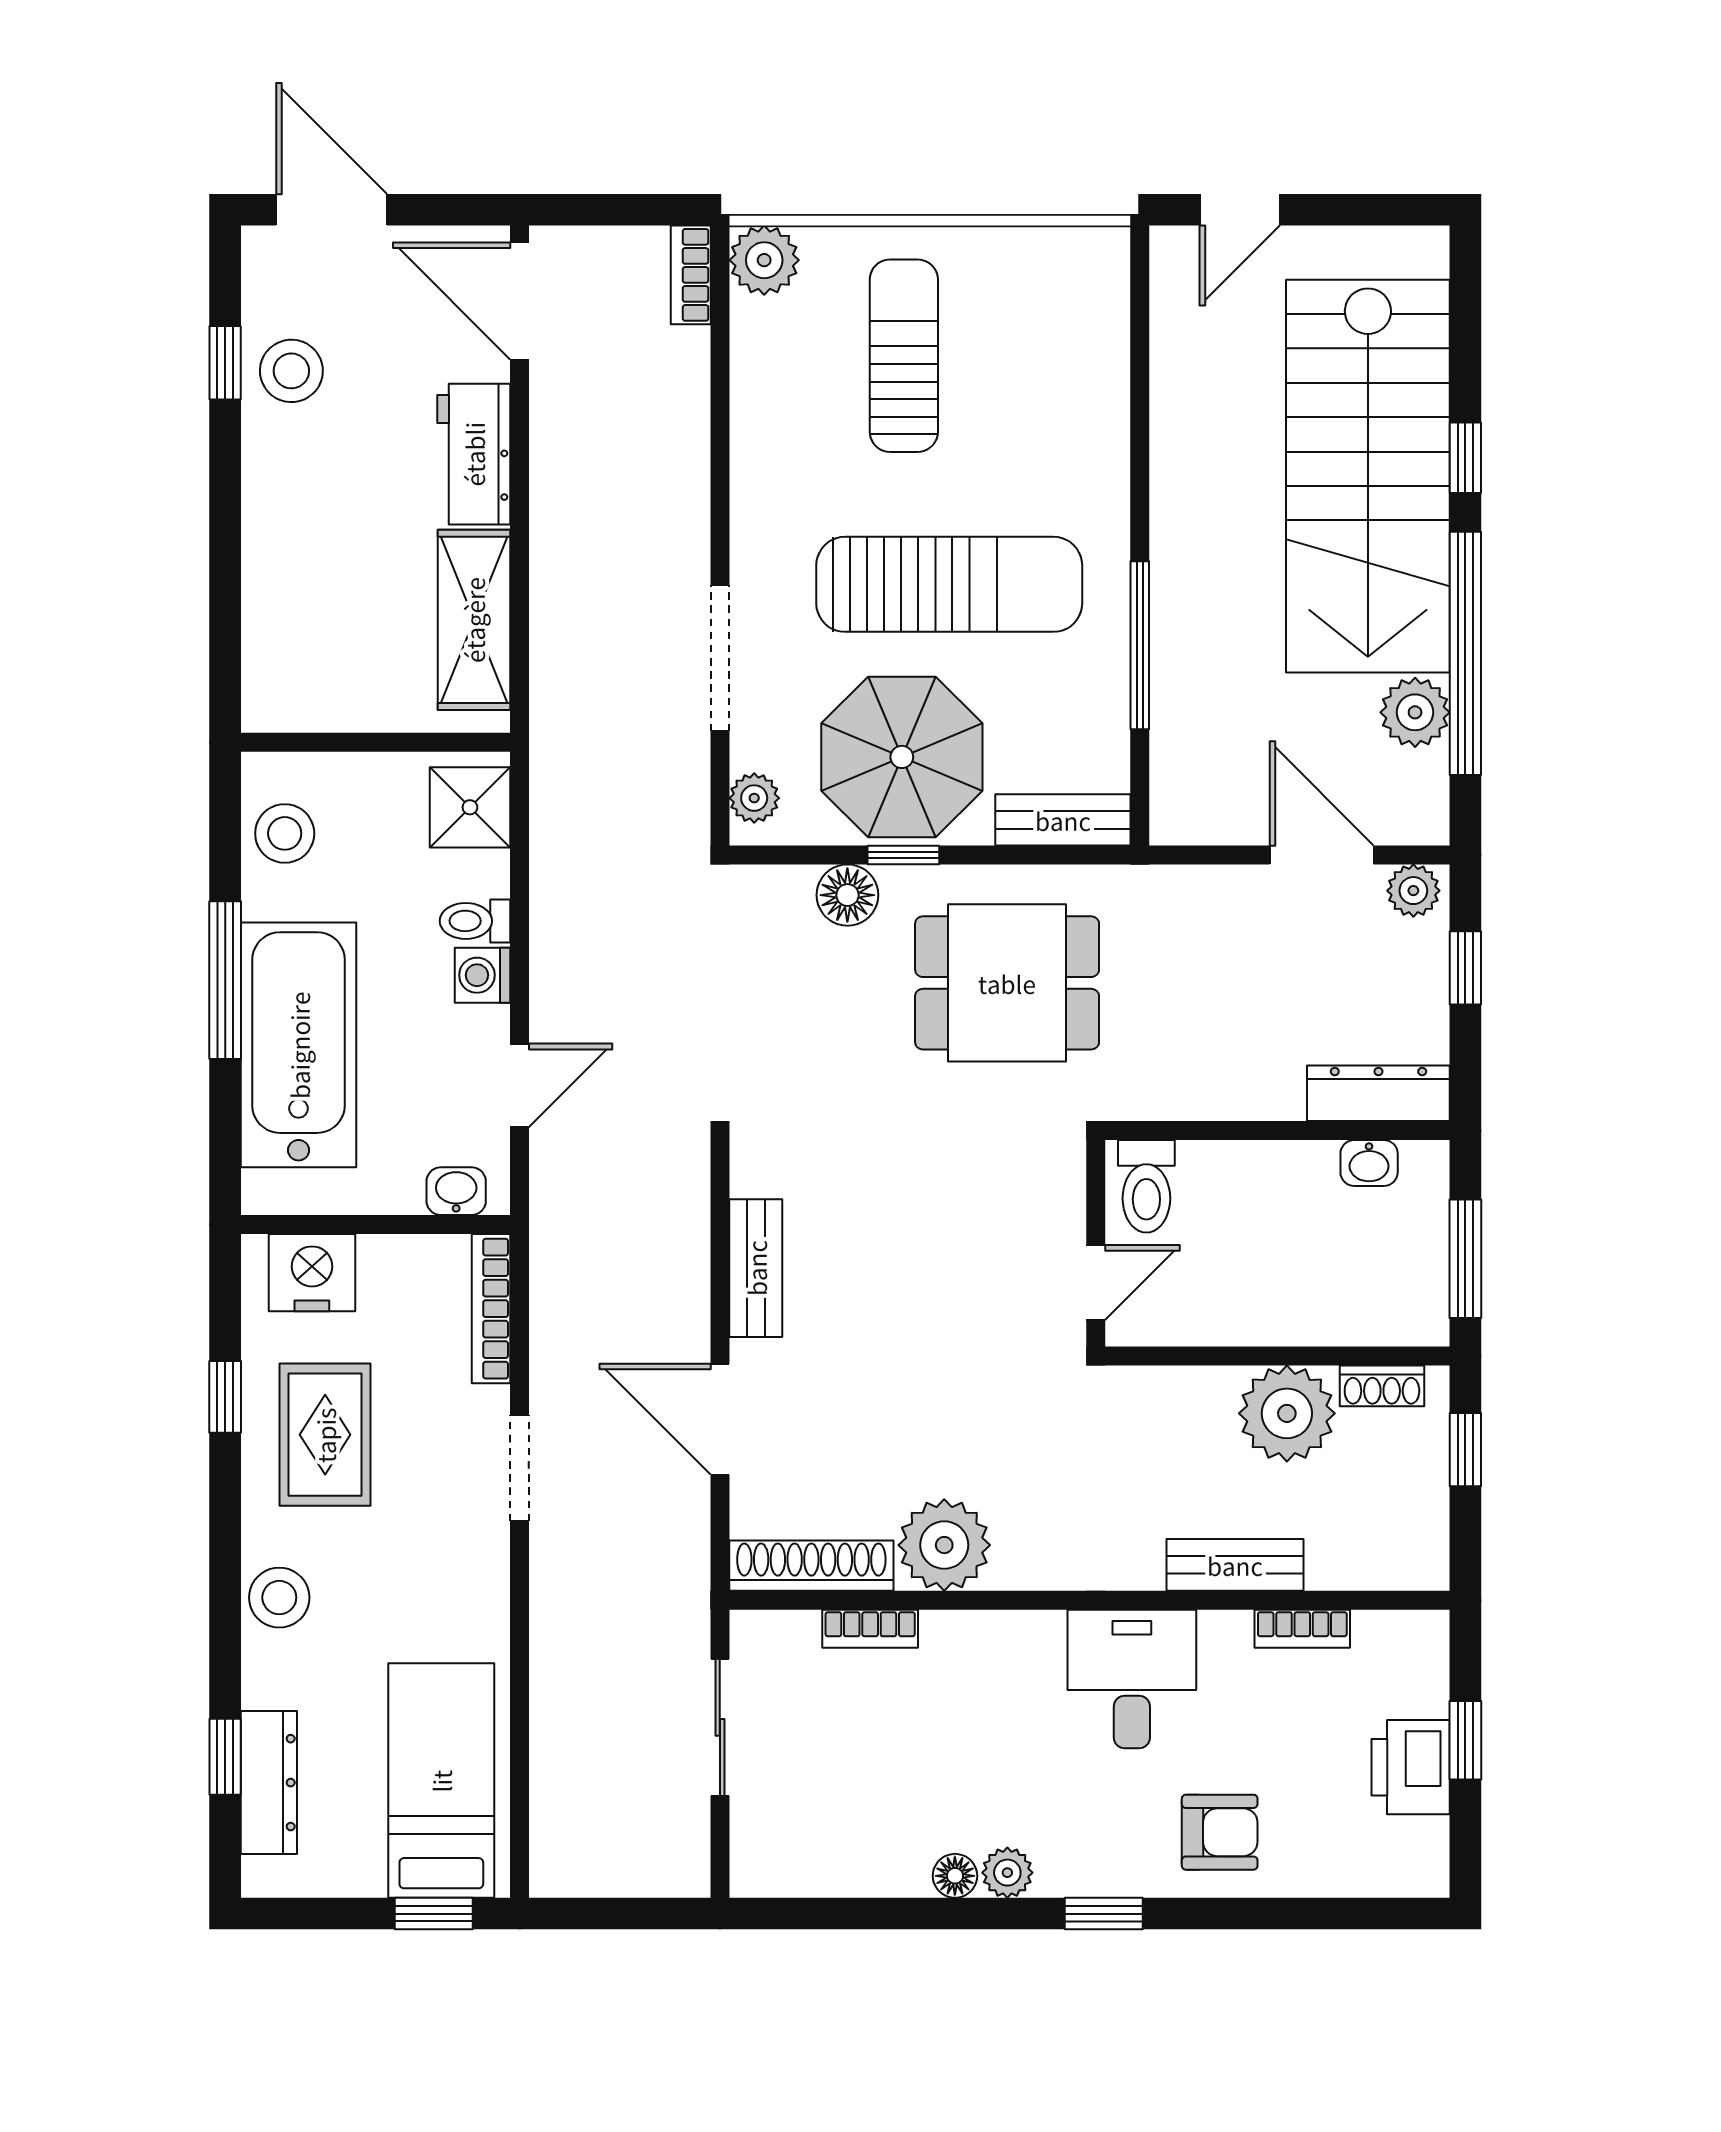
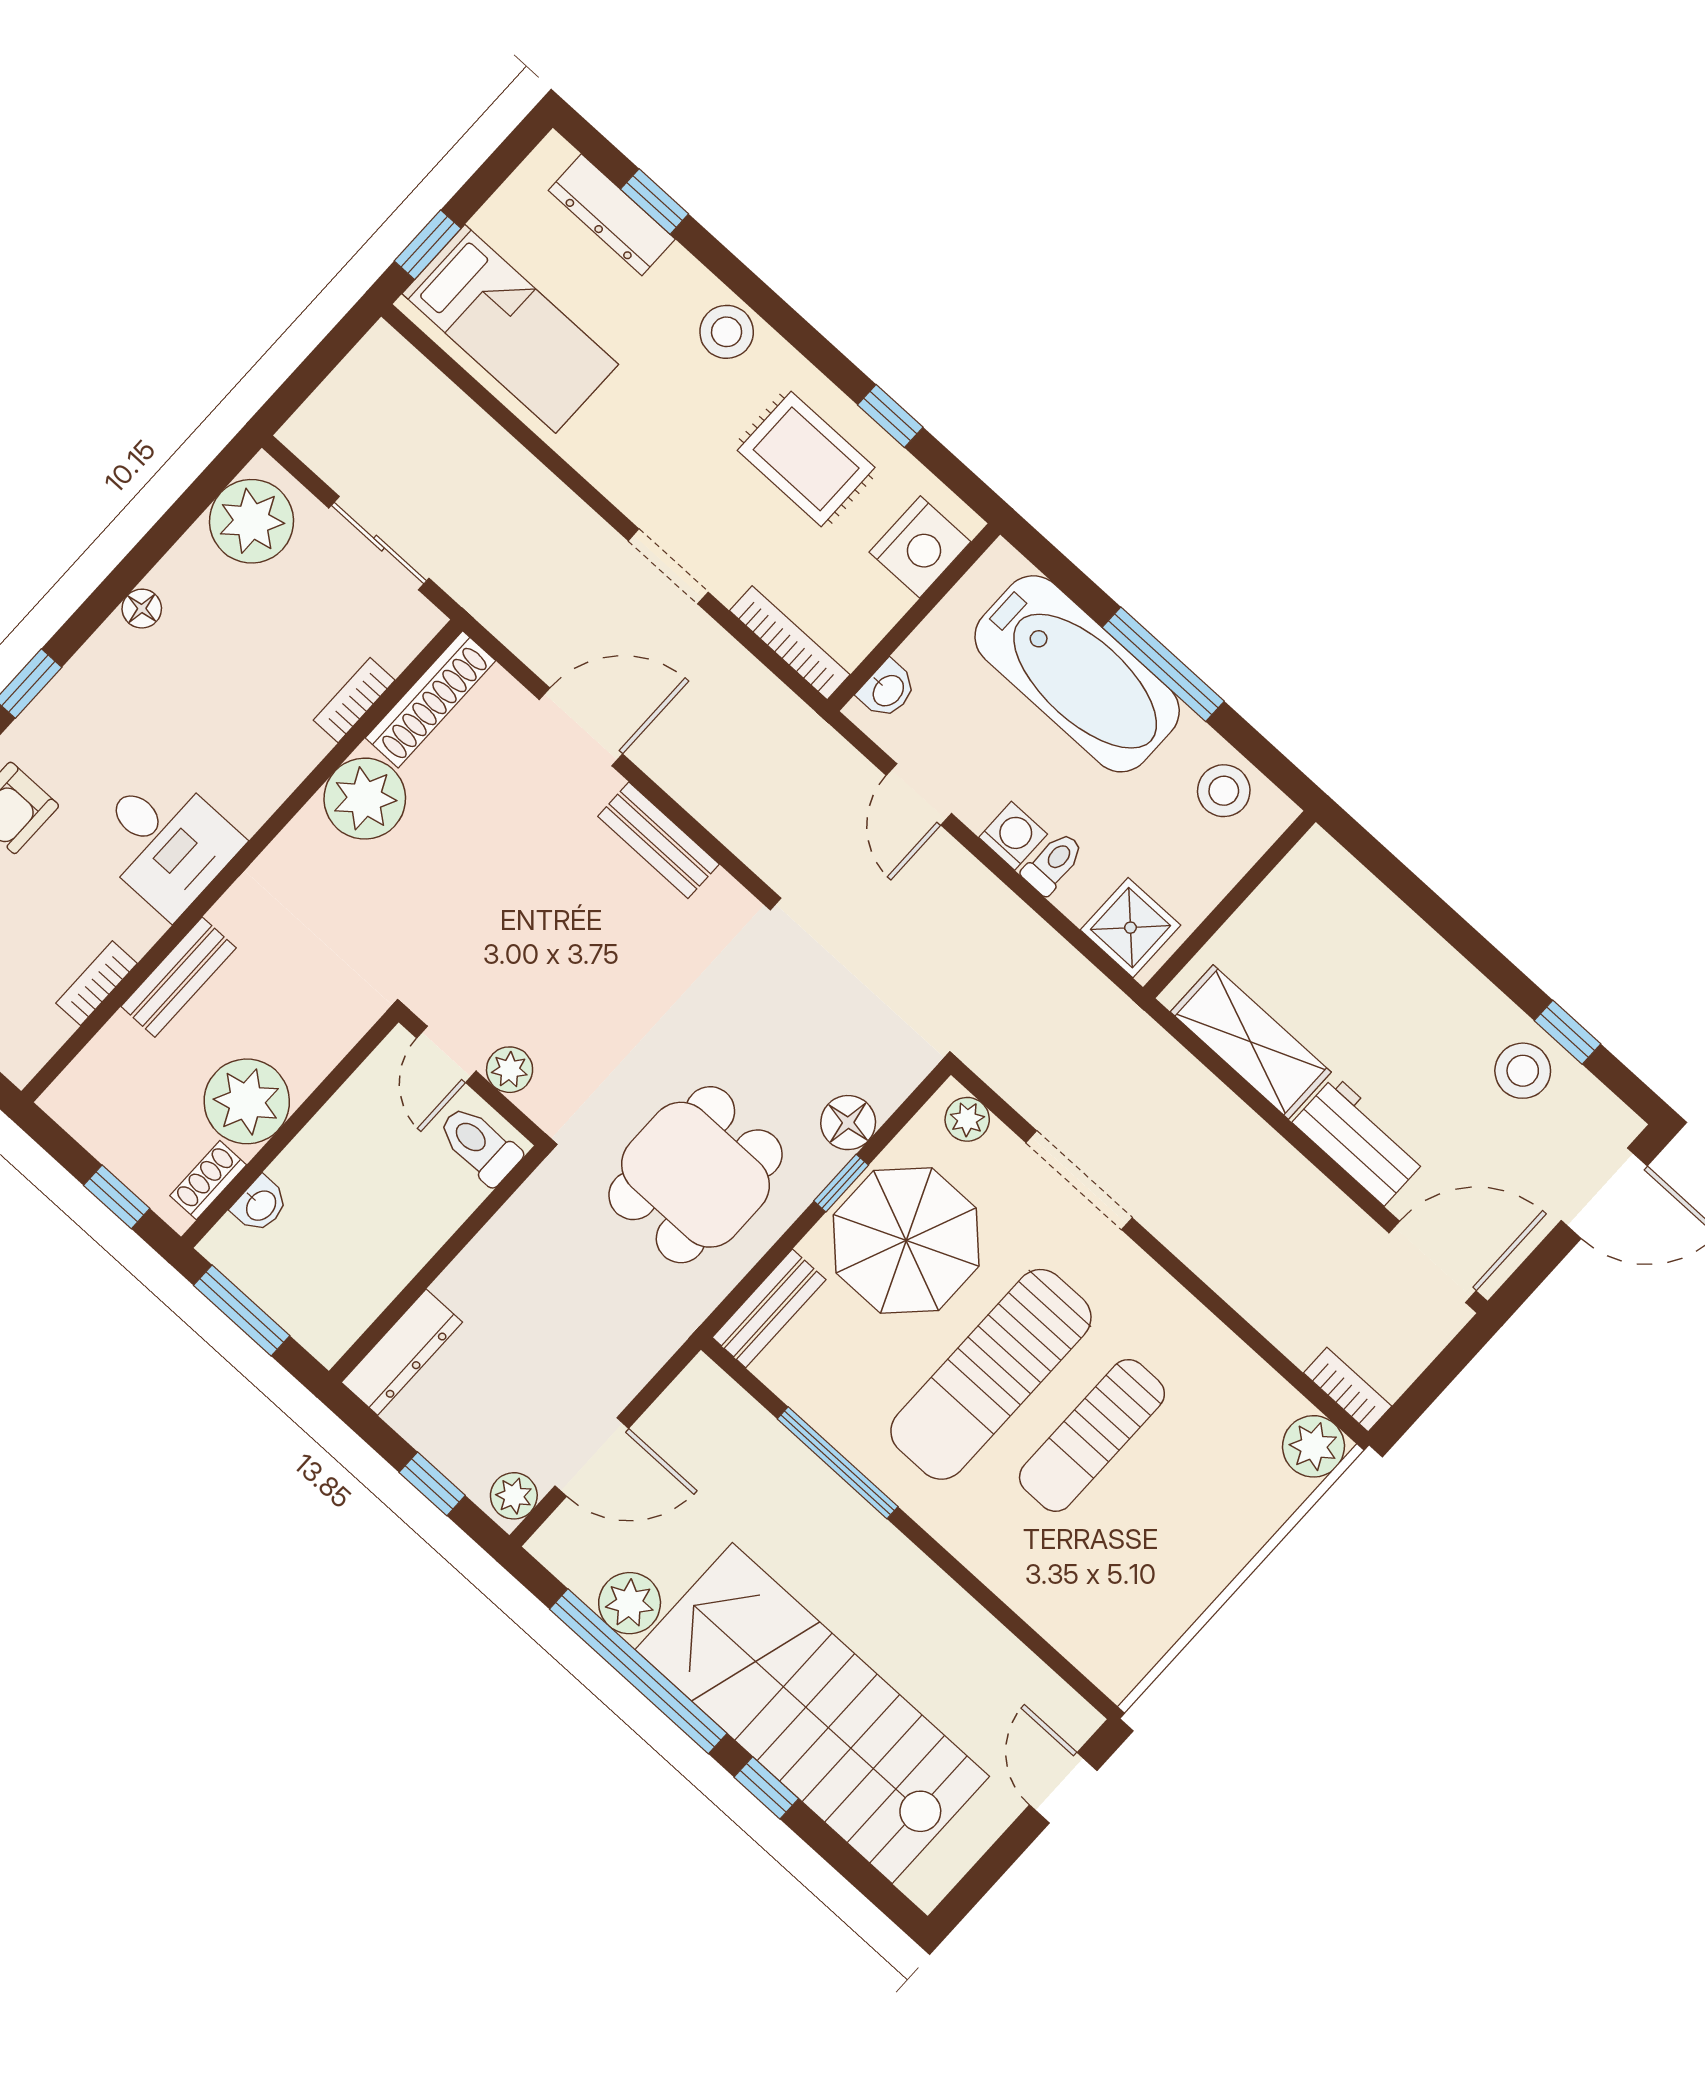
sun lounger: (904, 356) -> (1092, 1435), moved, turned 90
washbasin: (1369, 1163) -> (260, 1205), moved, turned 180
plant: (1061, 1218) -> (510, 1070), added
plant: (1007, 1873) -> (252, 521), moved, width x1.87, depth x1.87

